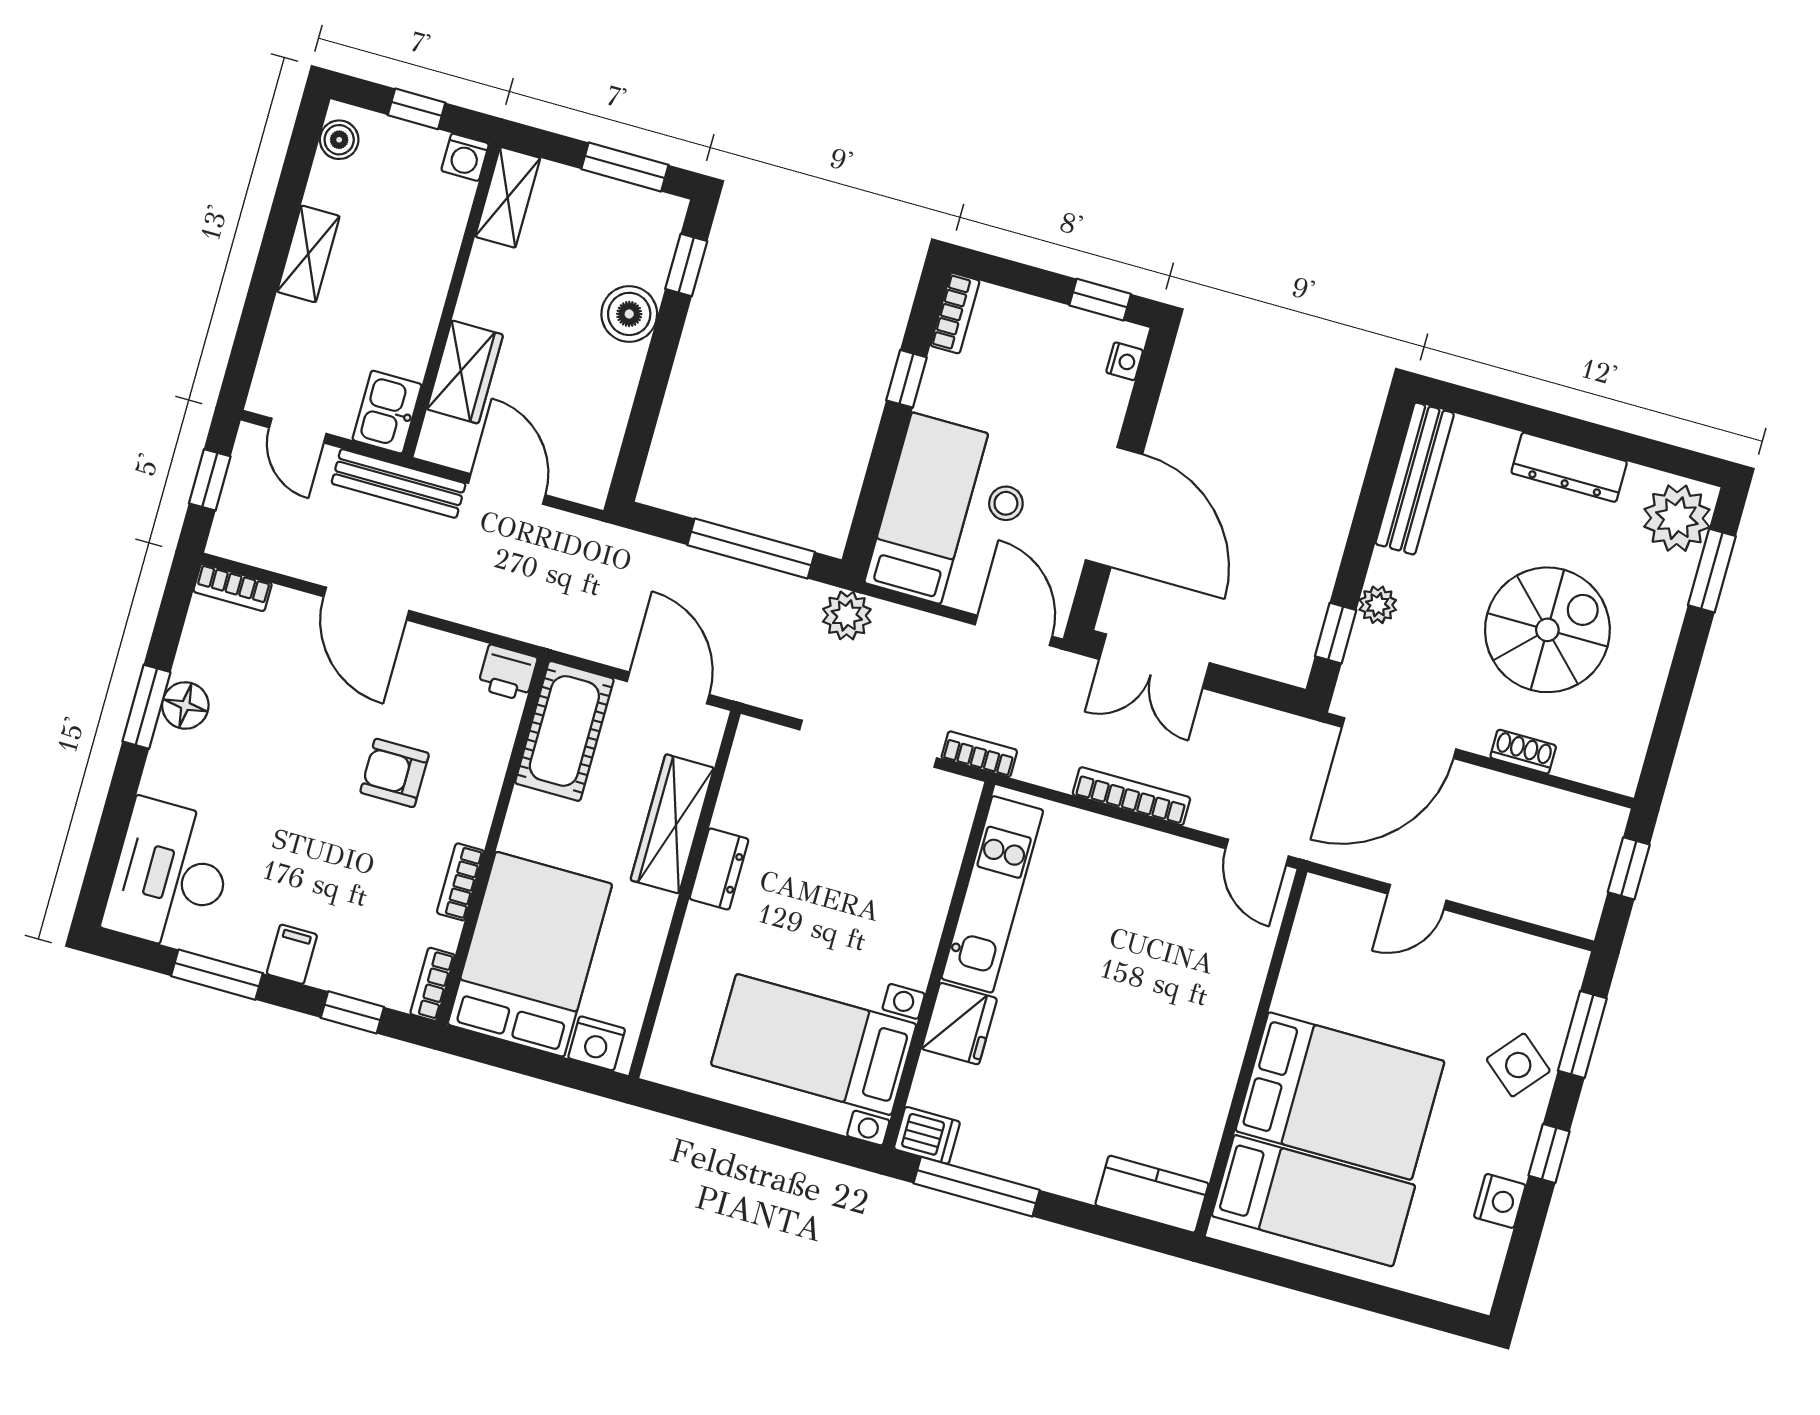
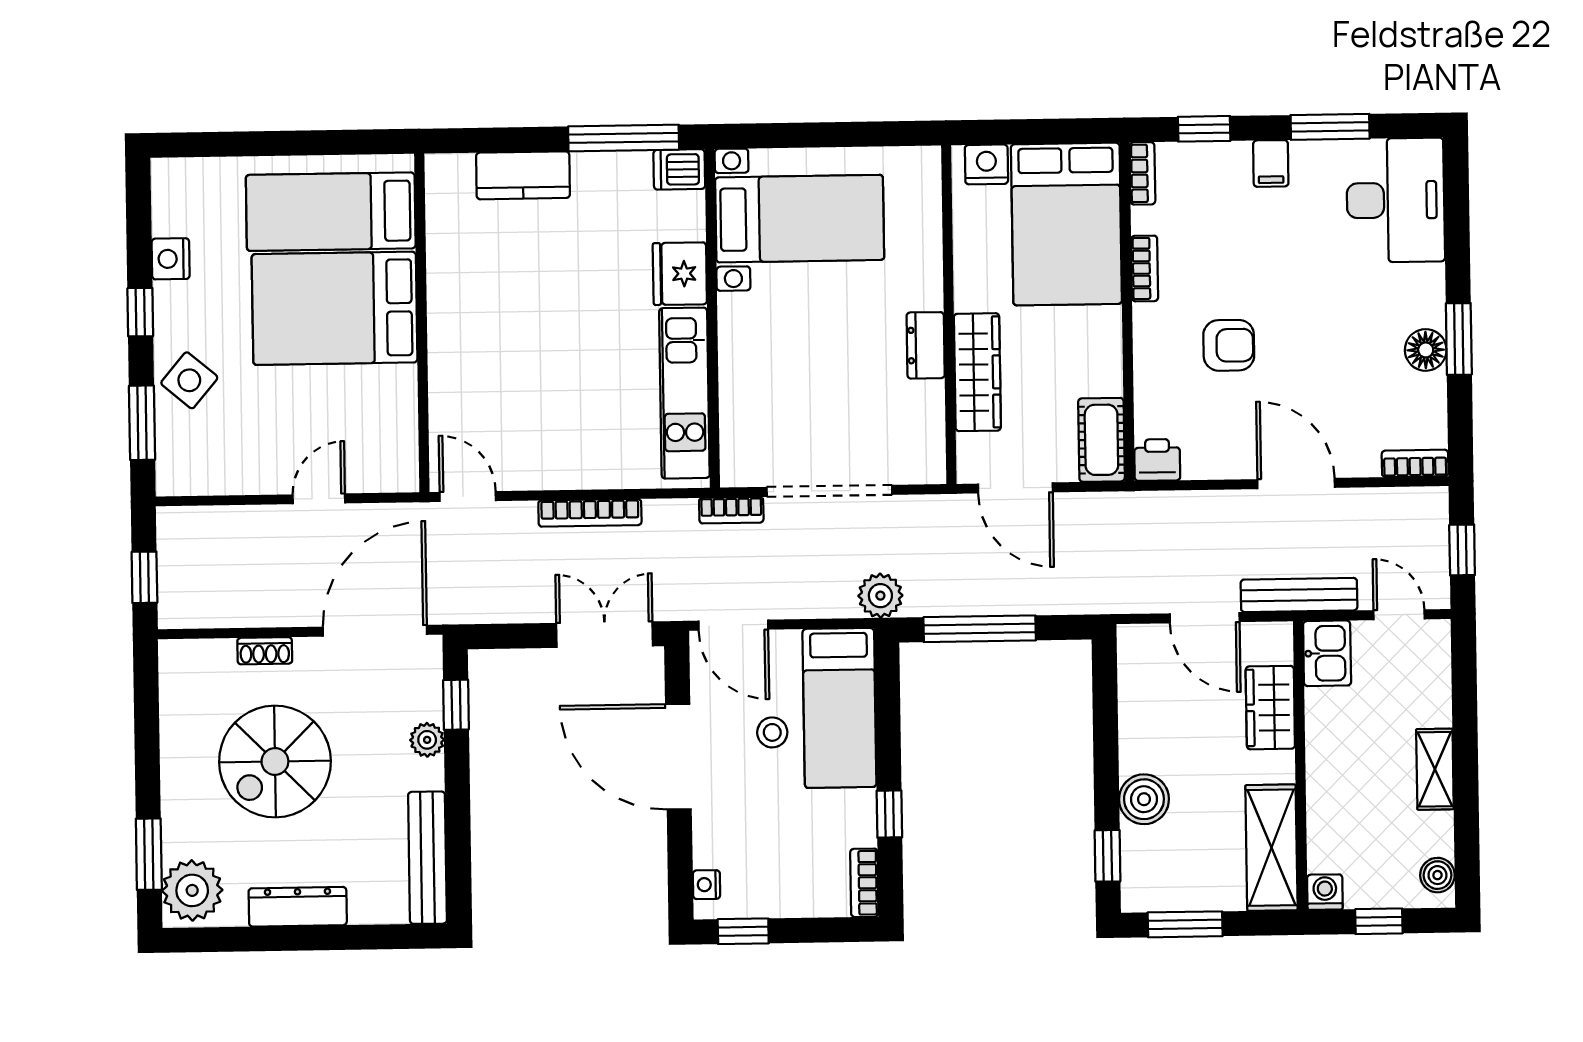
shelving: (508, 197) -> (1271, 848), width x1.50, depth x1.33
cot: (564, 731) -> (1101, 440), width x0.73, depth x0.75
kitchen counter: (1152, 1194) -> (523, 175), moved

